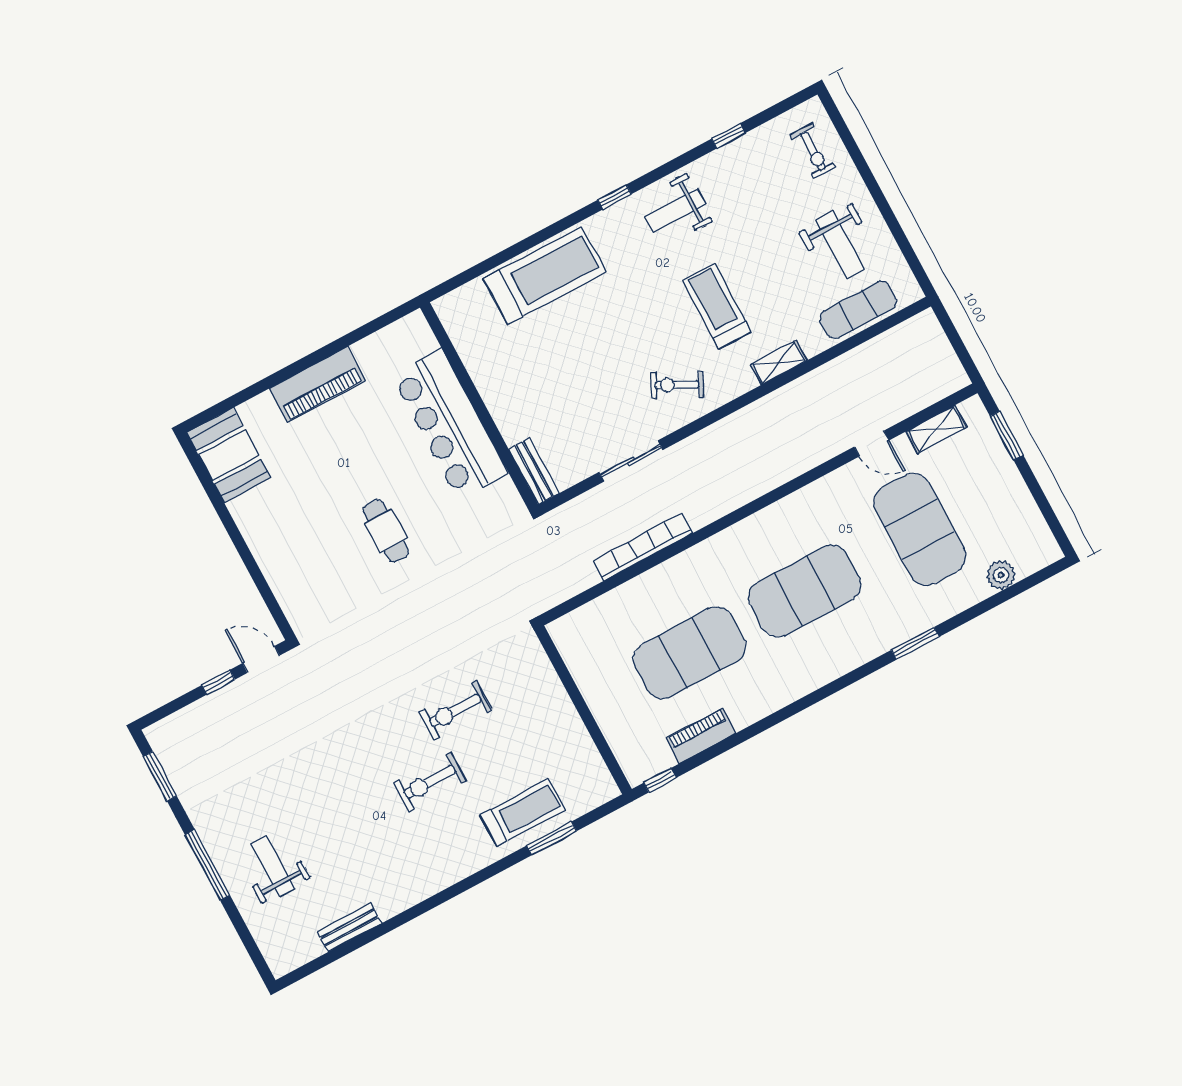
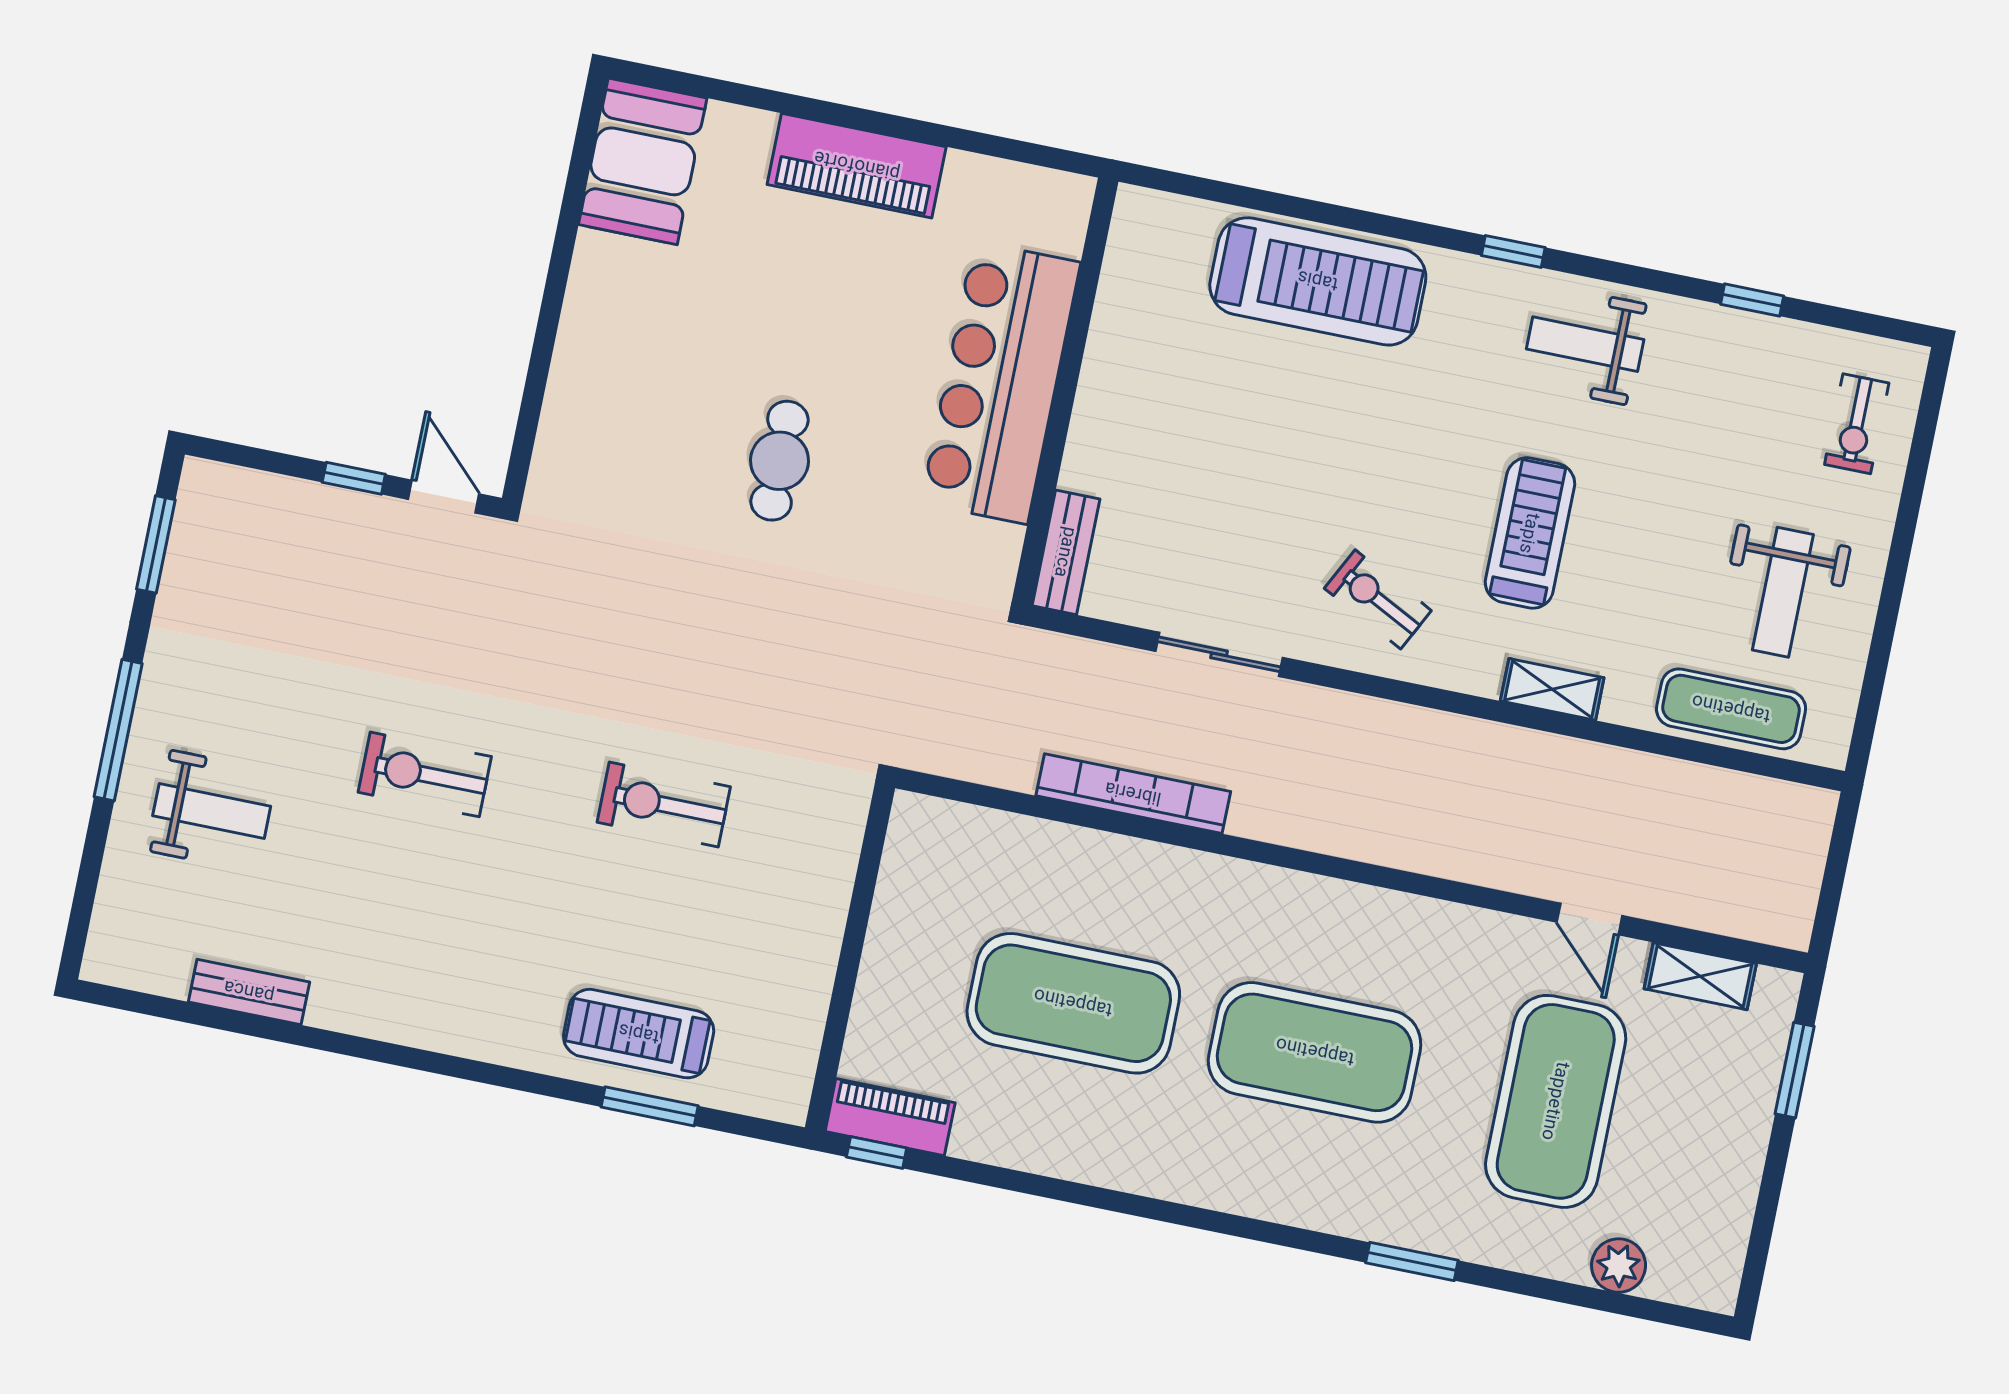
piano: (701, 736) -> (890, 1117), moved
exercise bike: (430, 782) -> (425, 774), moved
treadmill: (523, 812) -> (639, 1034), turned 180
weight bench: (273, 866) -> (212, 811), turned 90

